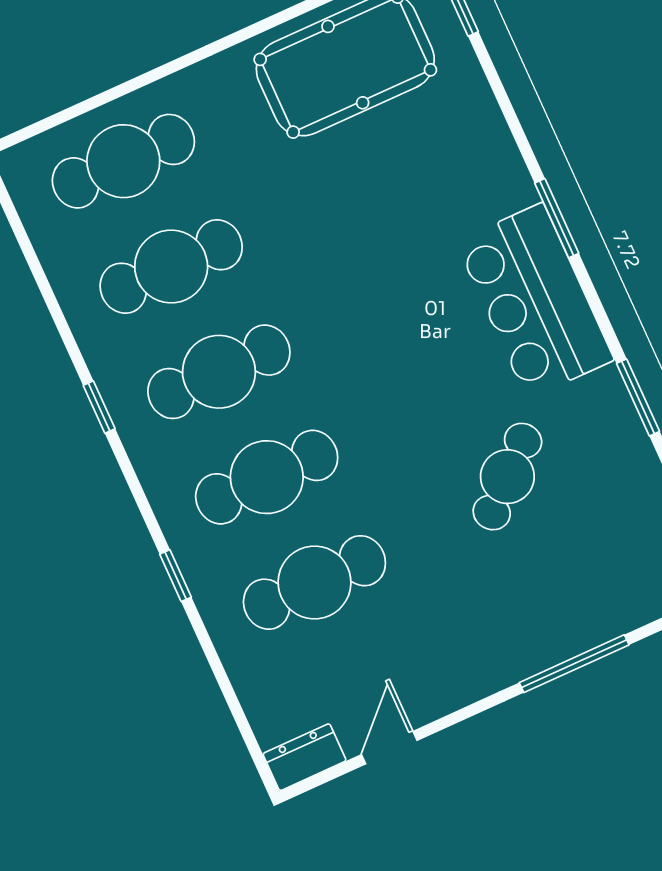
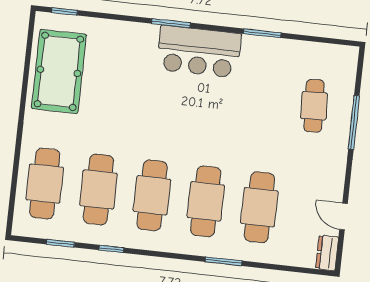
window: (30, 255) -> (60, 243), added
window: (99, 407) -> (111, 249), moved
cafe table: (507, 477) -> (314, 106), moved, turned 39
window: (176, 576) -> (224, 261), width x1.50

